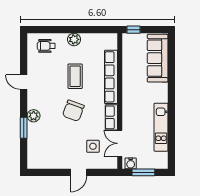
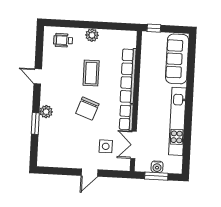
kitchen unit: (161, 127) -> (177, 121), width x1.36
water cooler: (131, 163) -> (157, 167), moved

